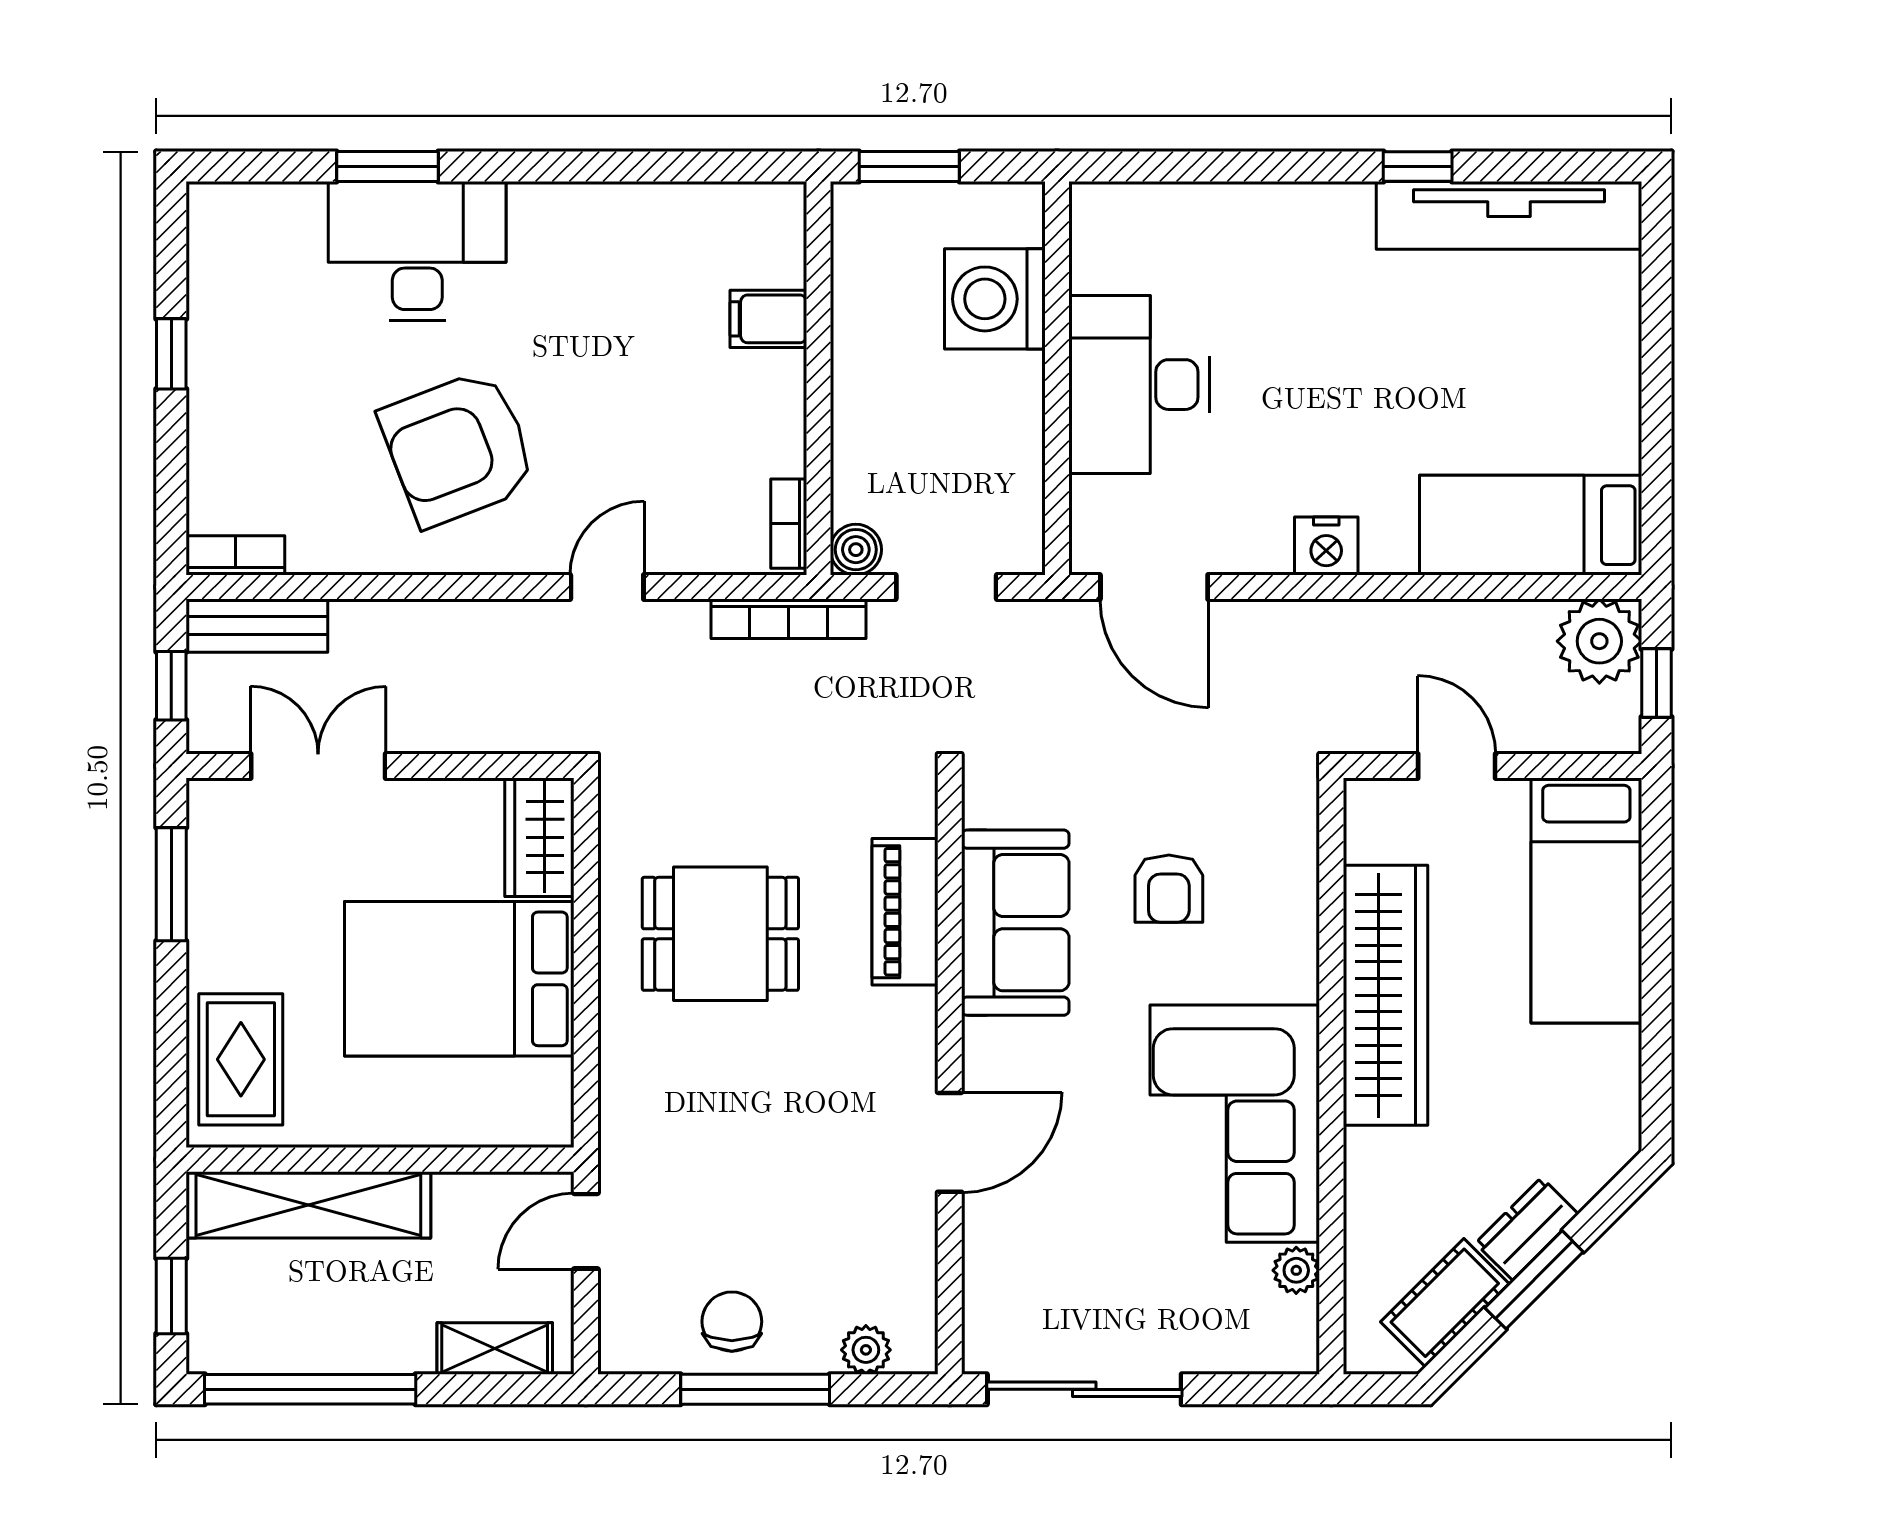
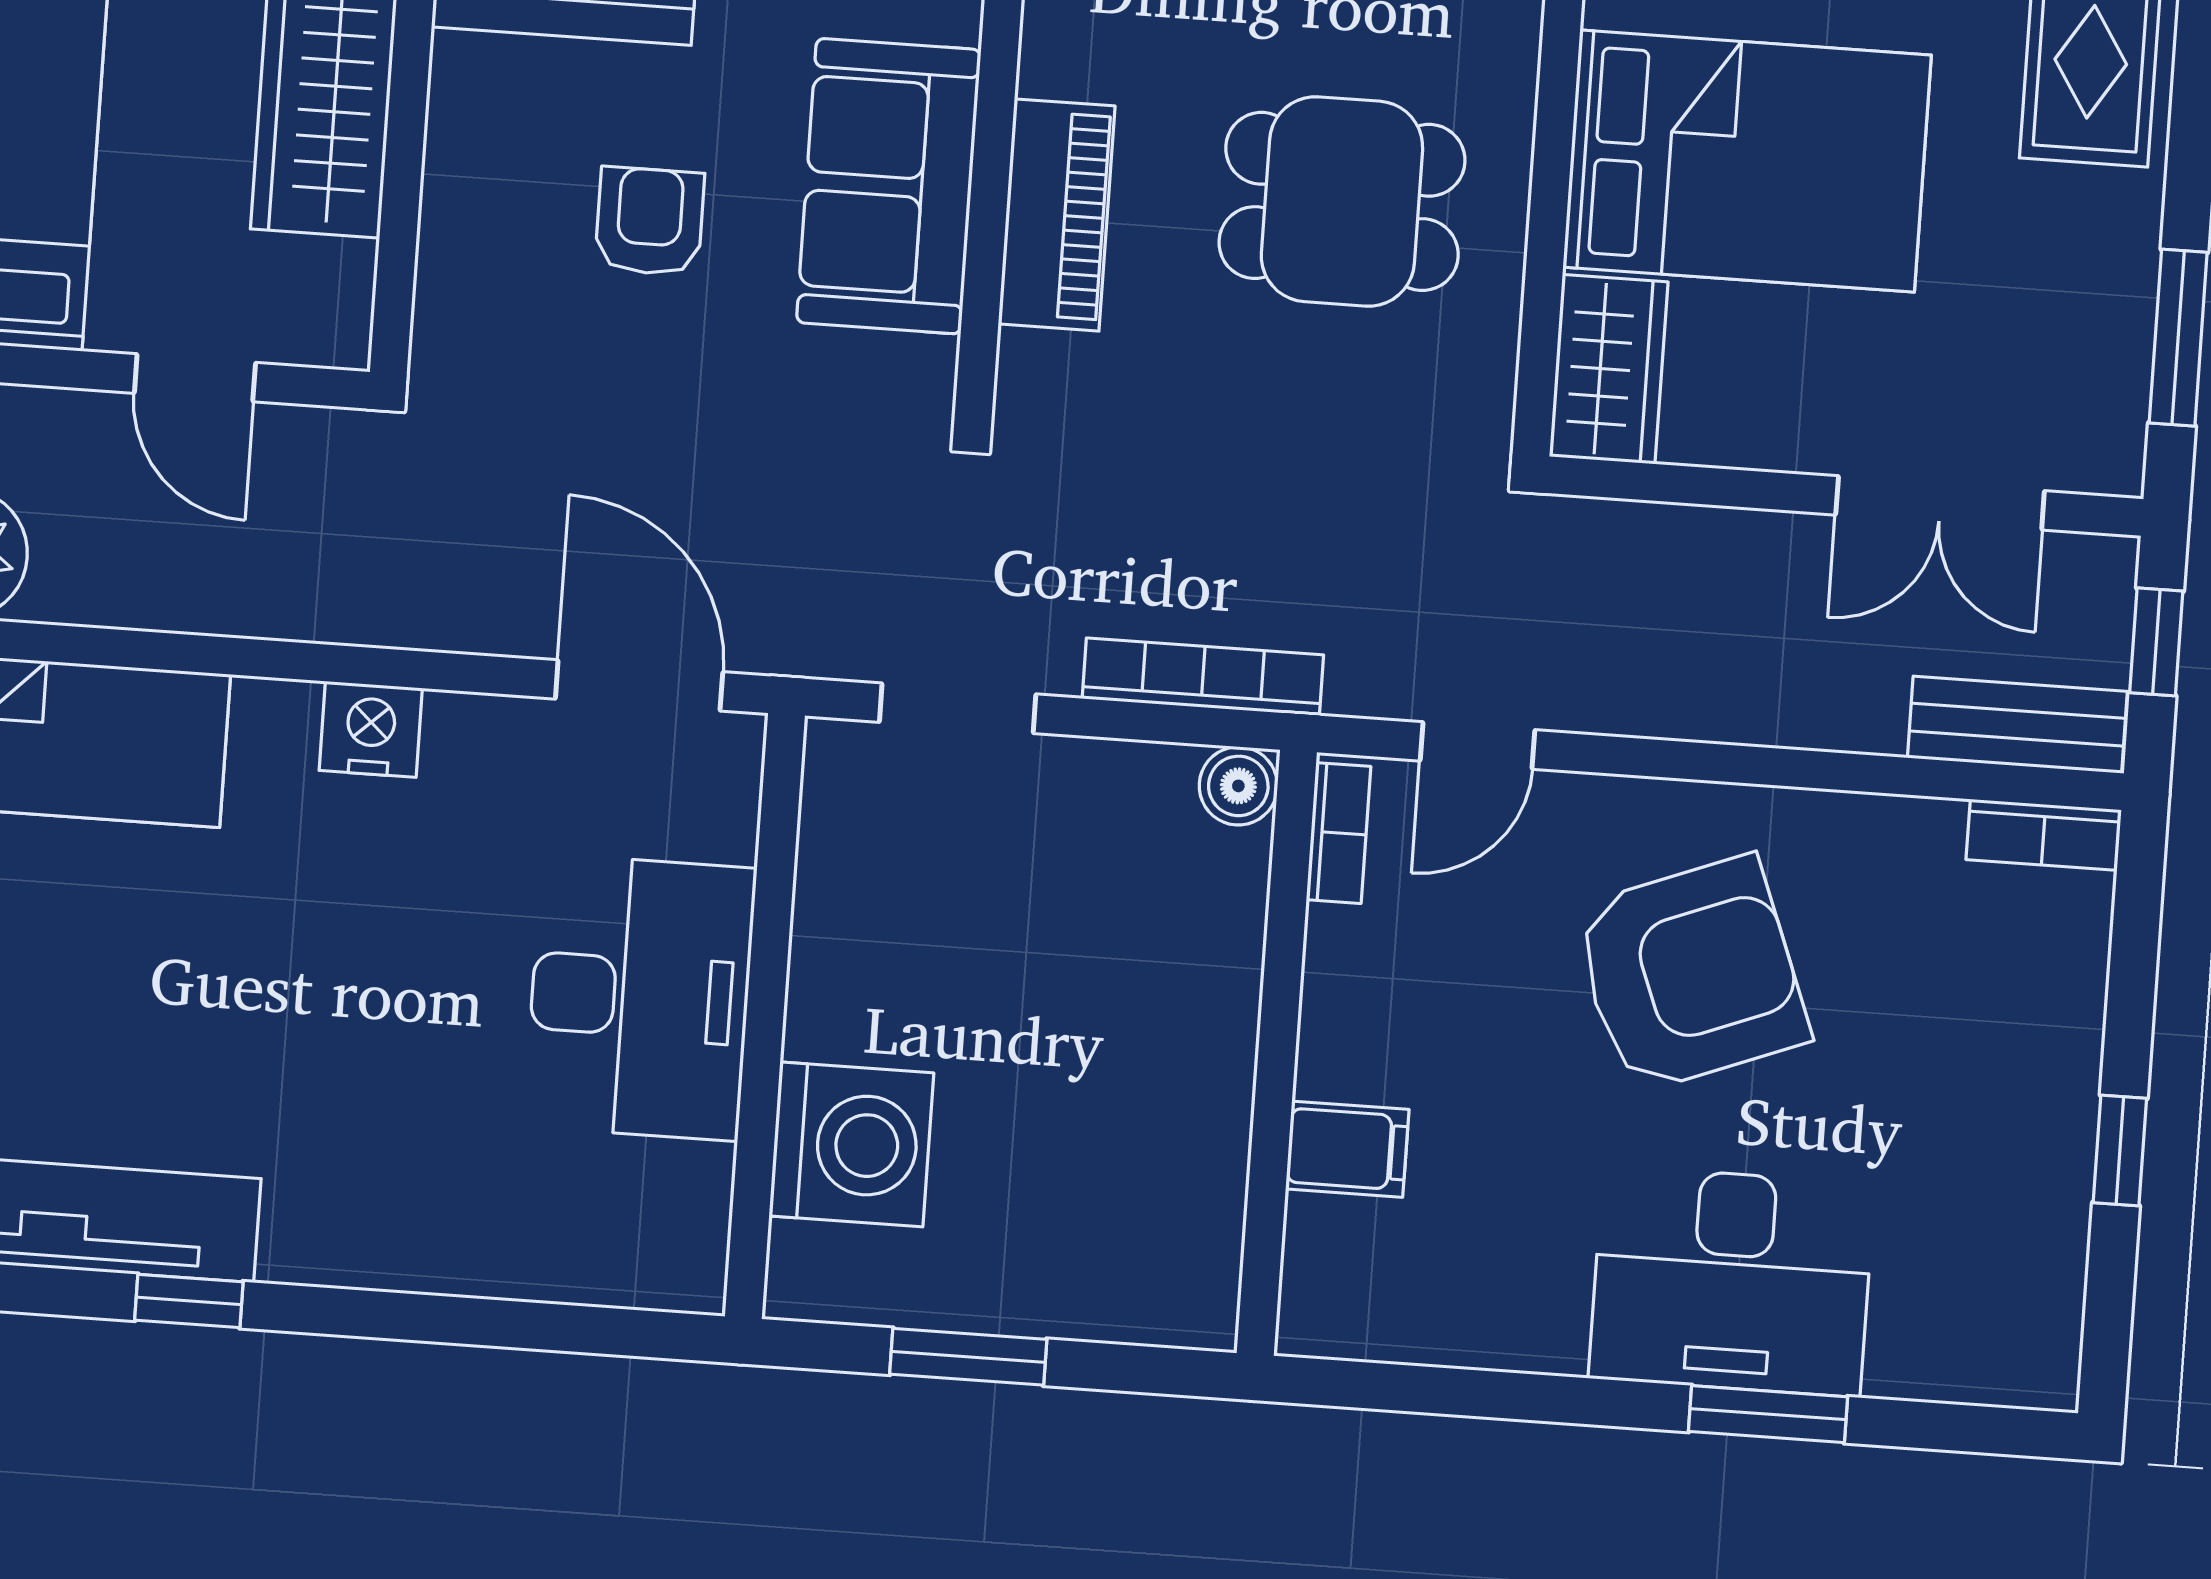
filing cabinet: (768, 319) -> (1347, 1149), moved
wall: (818, 378) -> (1277, 1053), moved
bookcase: (789, 524) -> (1339, 833), moved
boiler: (856, 550) -> (1238, 786), moved

